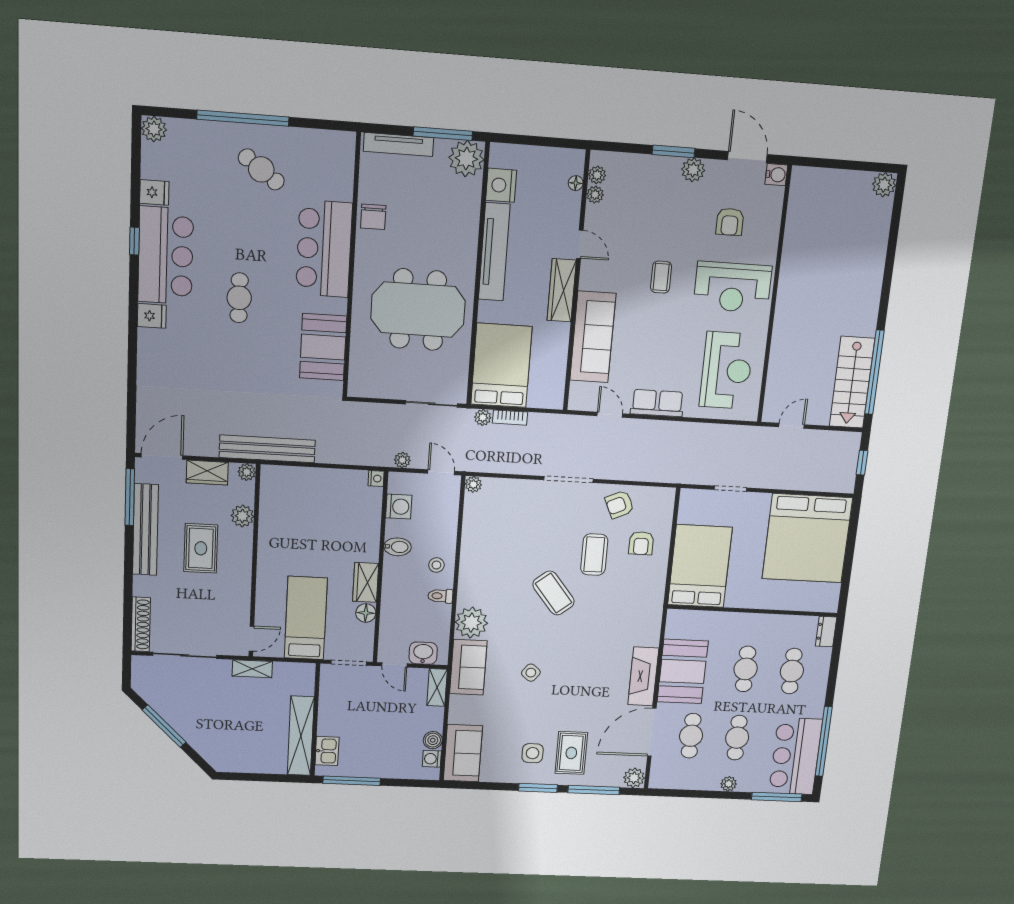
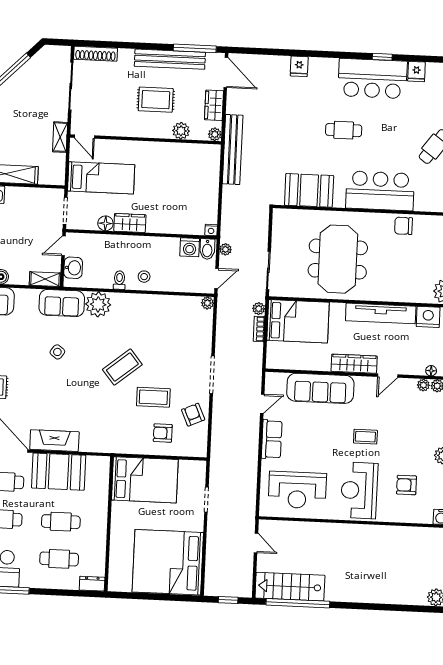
fridge: (152, 316) -> (299, 66), moved
bidet: (398, 547) -> (207, 249), moved

